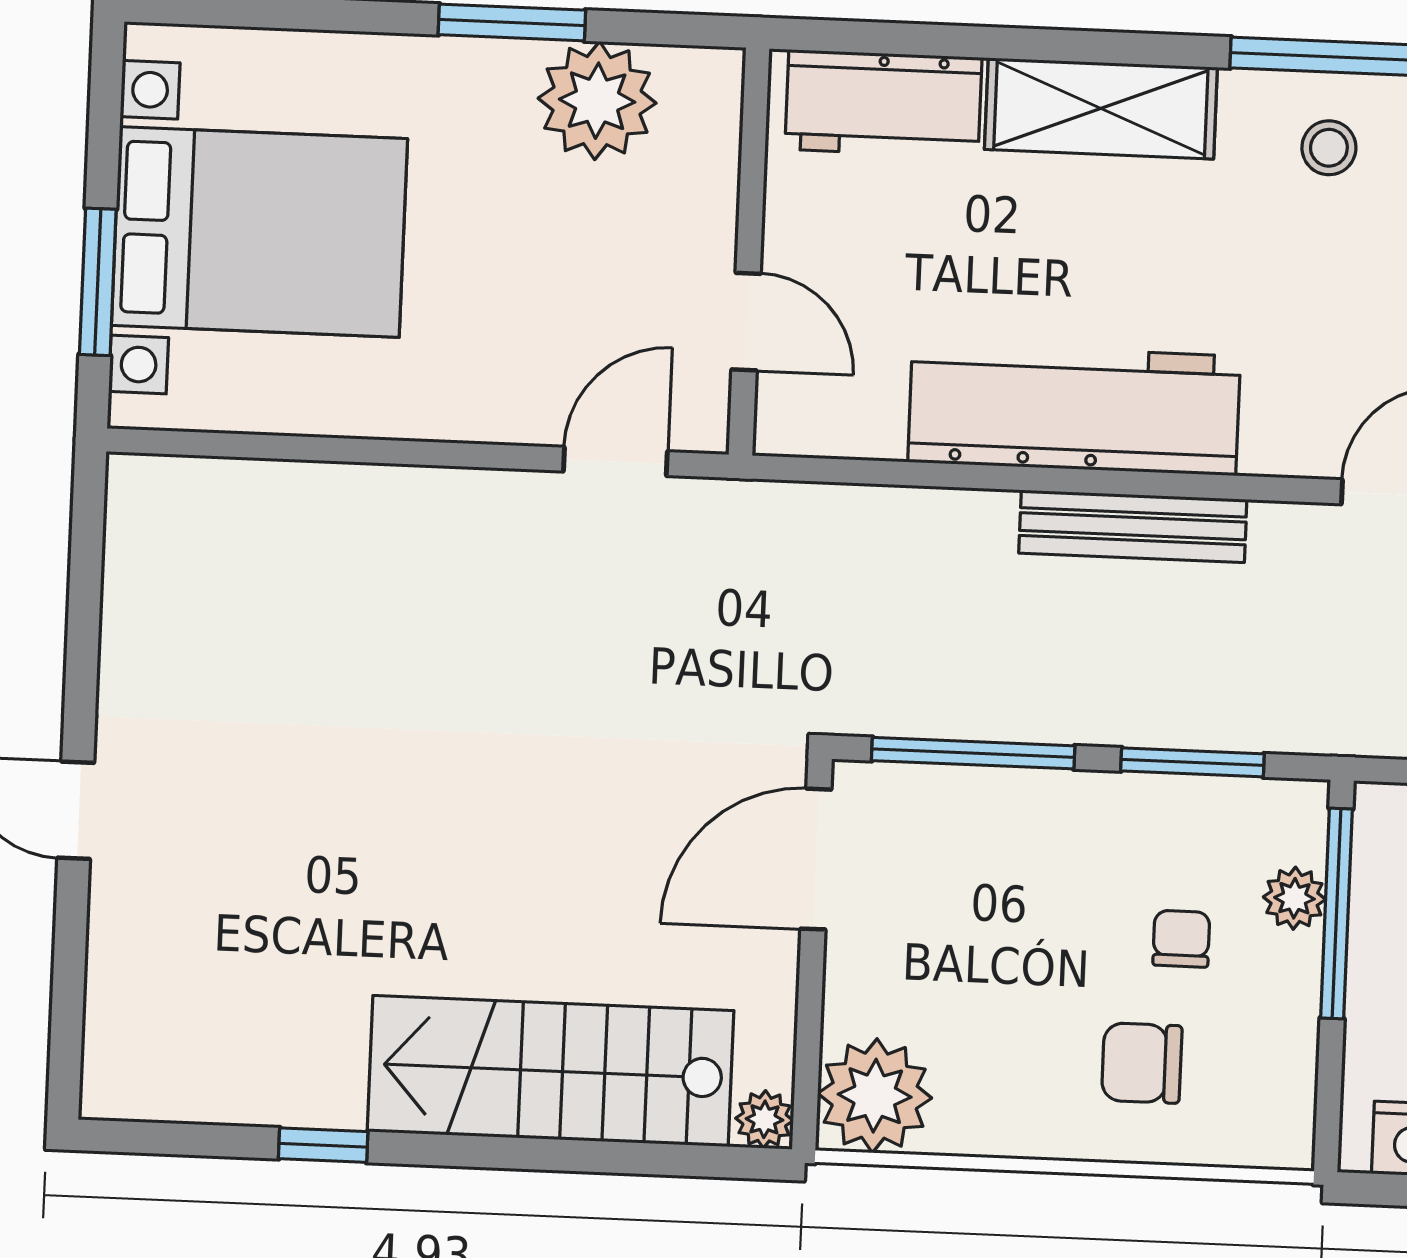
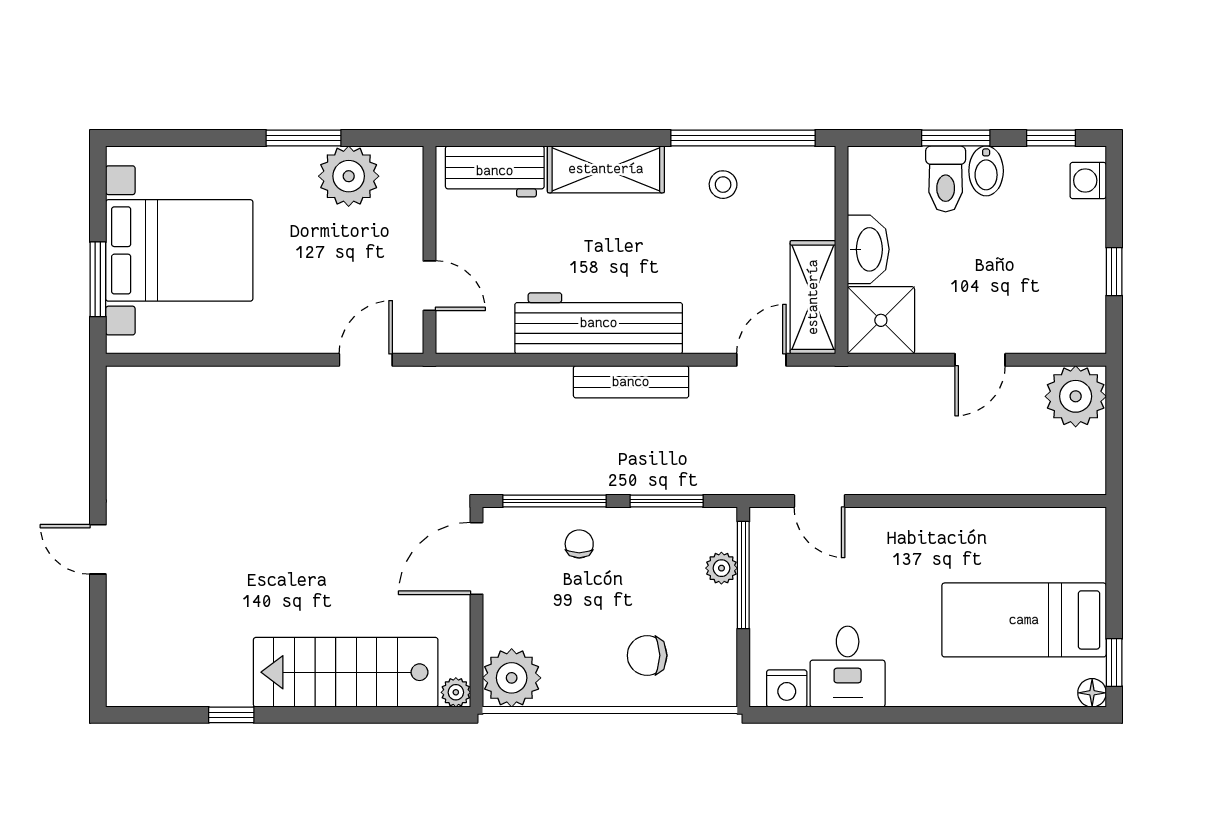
chair: (1181, 939) -> (579, 544), moved

